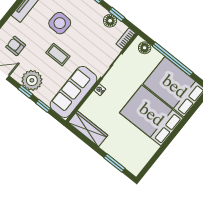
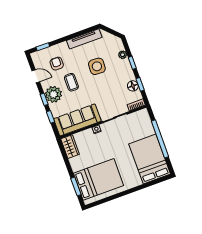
floor lamp: (145, 48) -> (145, 119), removed
coffee table: (58, 55) -> (71, 82), moved
bed: (151, 115) -> (98, 179), moved, turned 90
wardrobe: (88, 129) -> (70, 147), width x0.67

